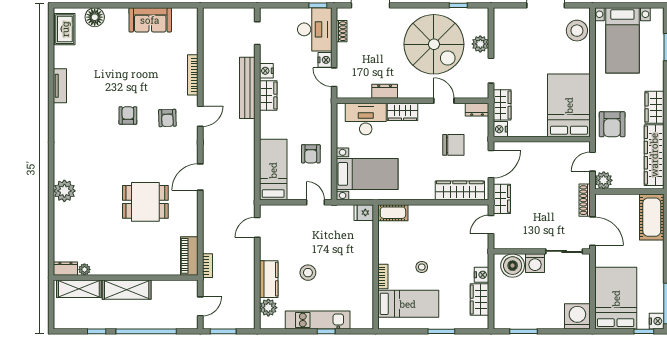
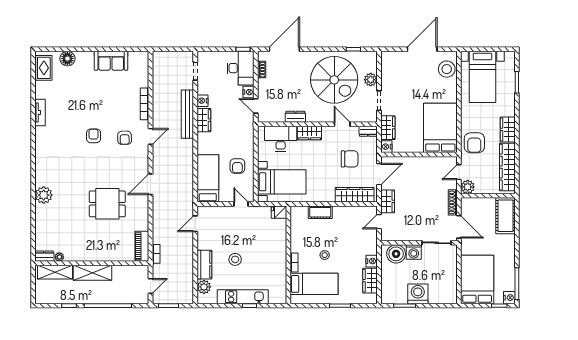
cot: (393, 213) -> (320, 212), moved
washing machine: (577, 316) -> (418, 294), moved

